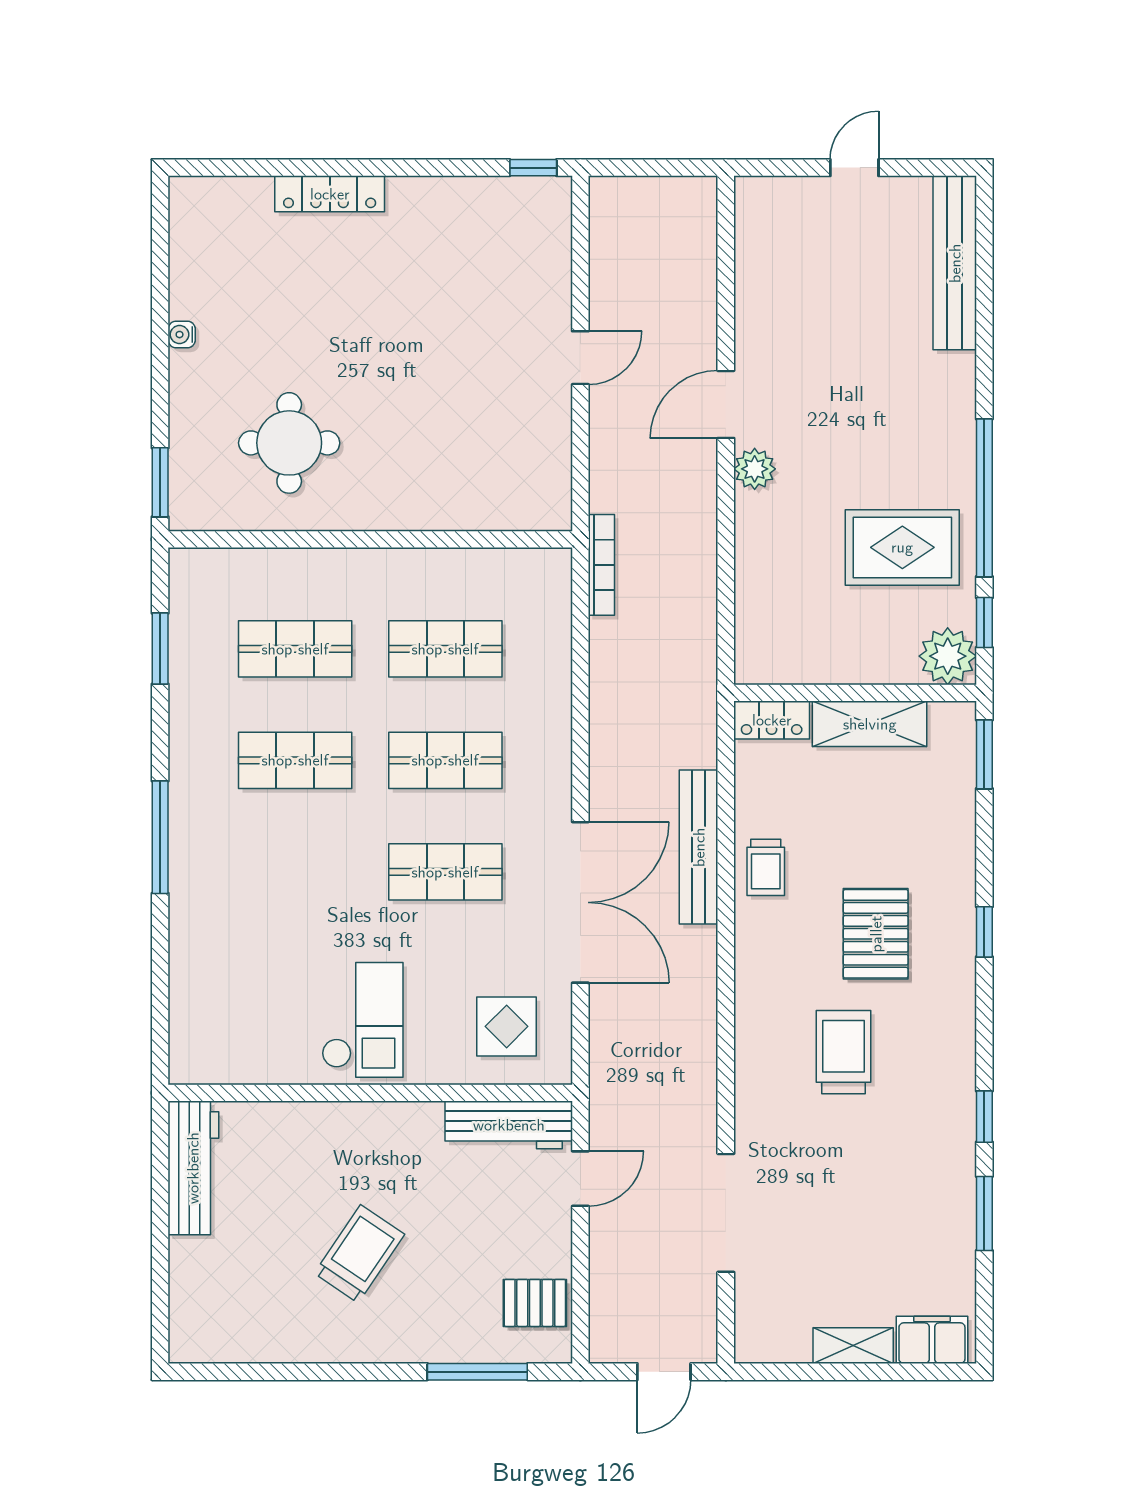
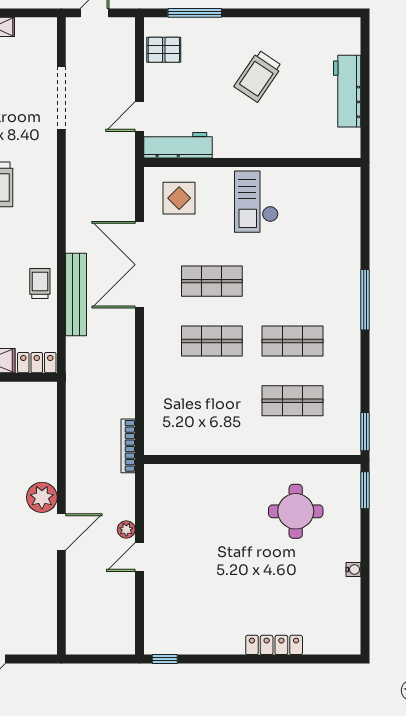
plant: (605, 409) -> (126, 530), added
plant: (755, 469) -> (42, 497), width x1.36, depth x1.36
window: (160, 649) -> (365, 432), moved
shop shelf: (445, 649) -> (212, 401), removed
workbench: (193, 1168) -> (347, 91), moved

